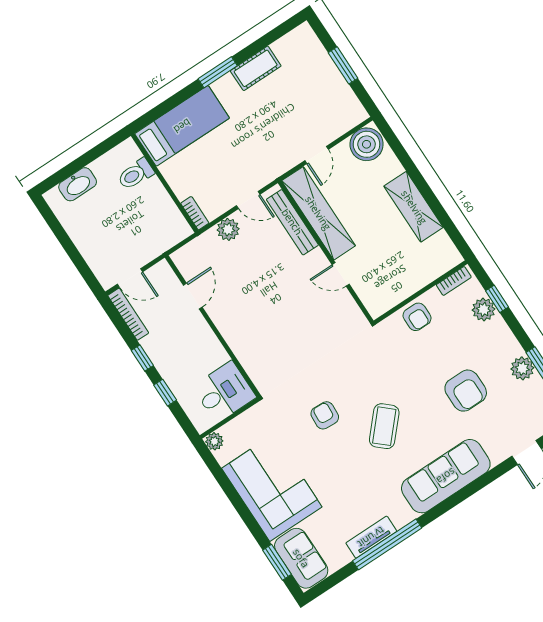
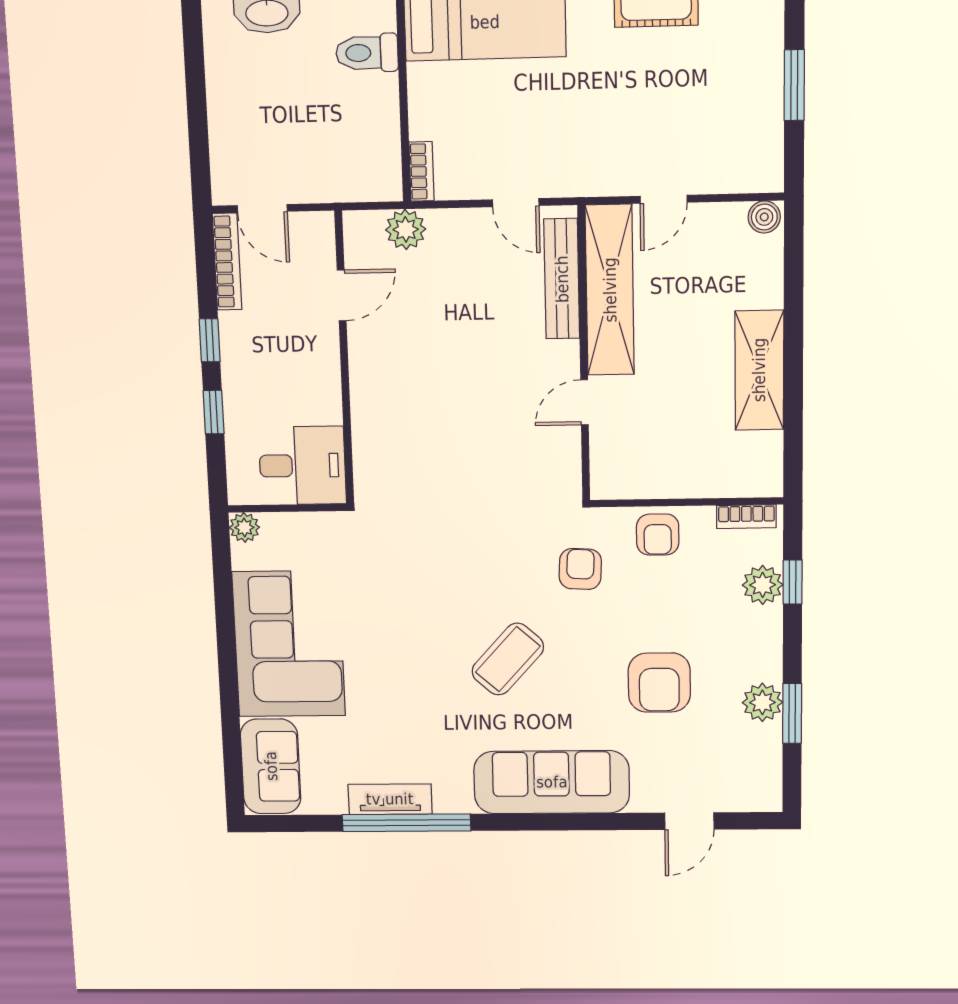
boiler: (367, 144) -> (764, 217), width x0.54, depth x0.54
plant: (228, 229) -> (406, 229), moved
door: (341, 274) -> (585, 402), hinge flipped
armchair: (325, 415) -> (580, 569), moved
window: (277, 562) -> (232, 751), removed

